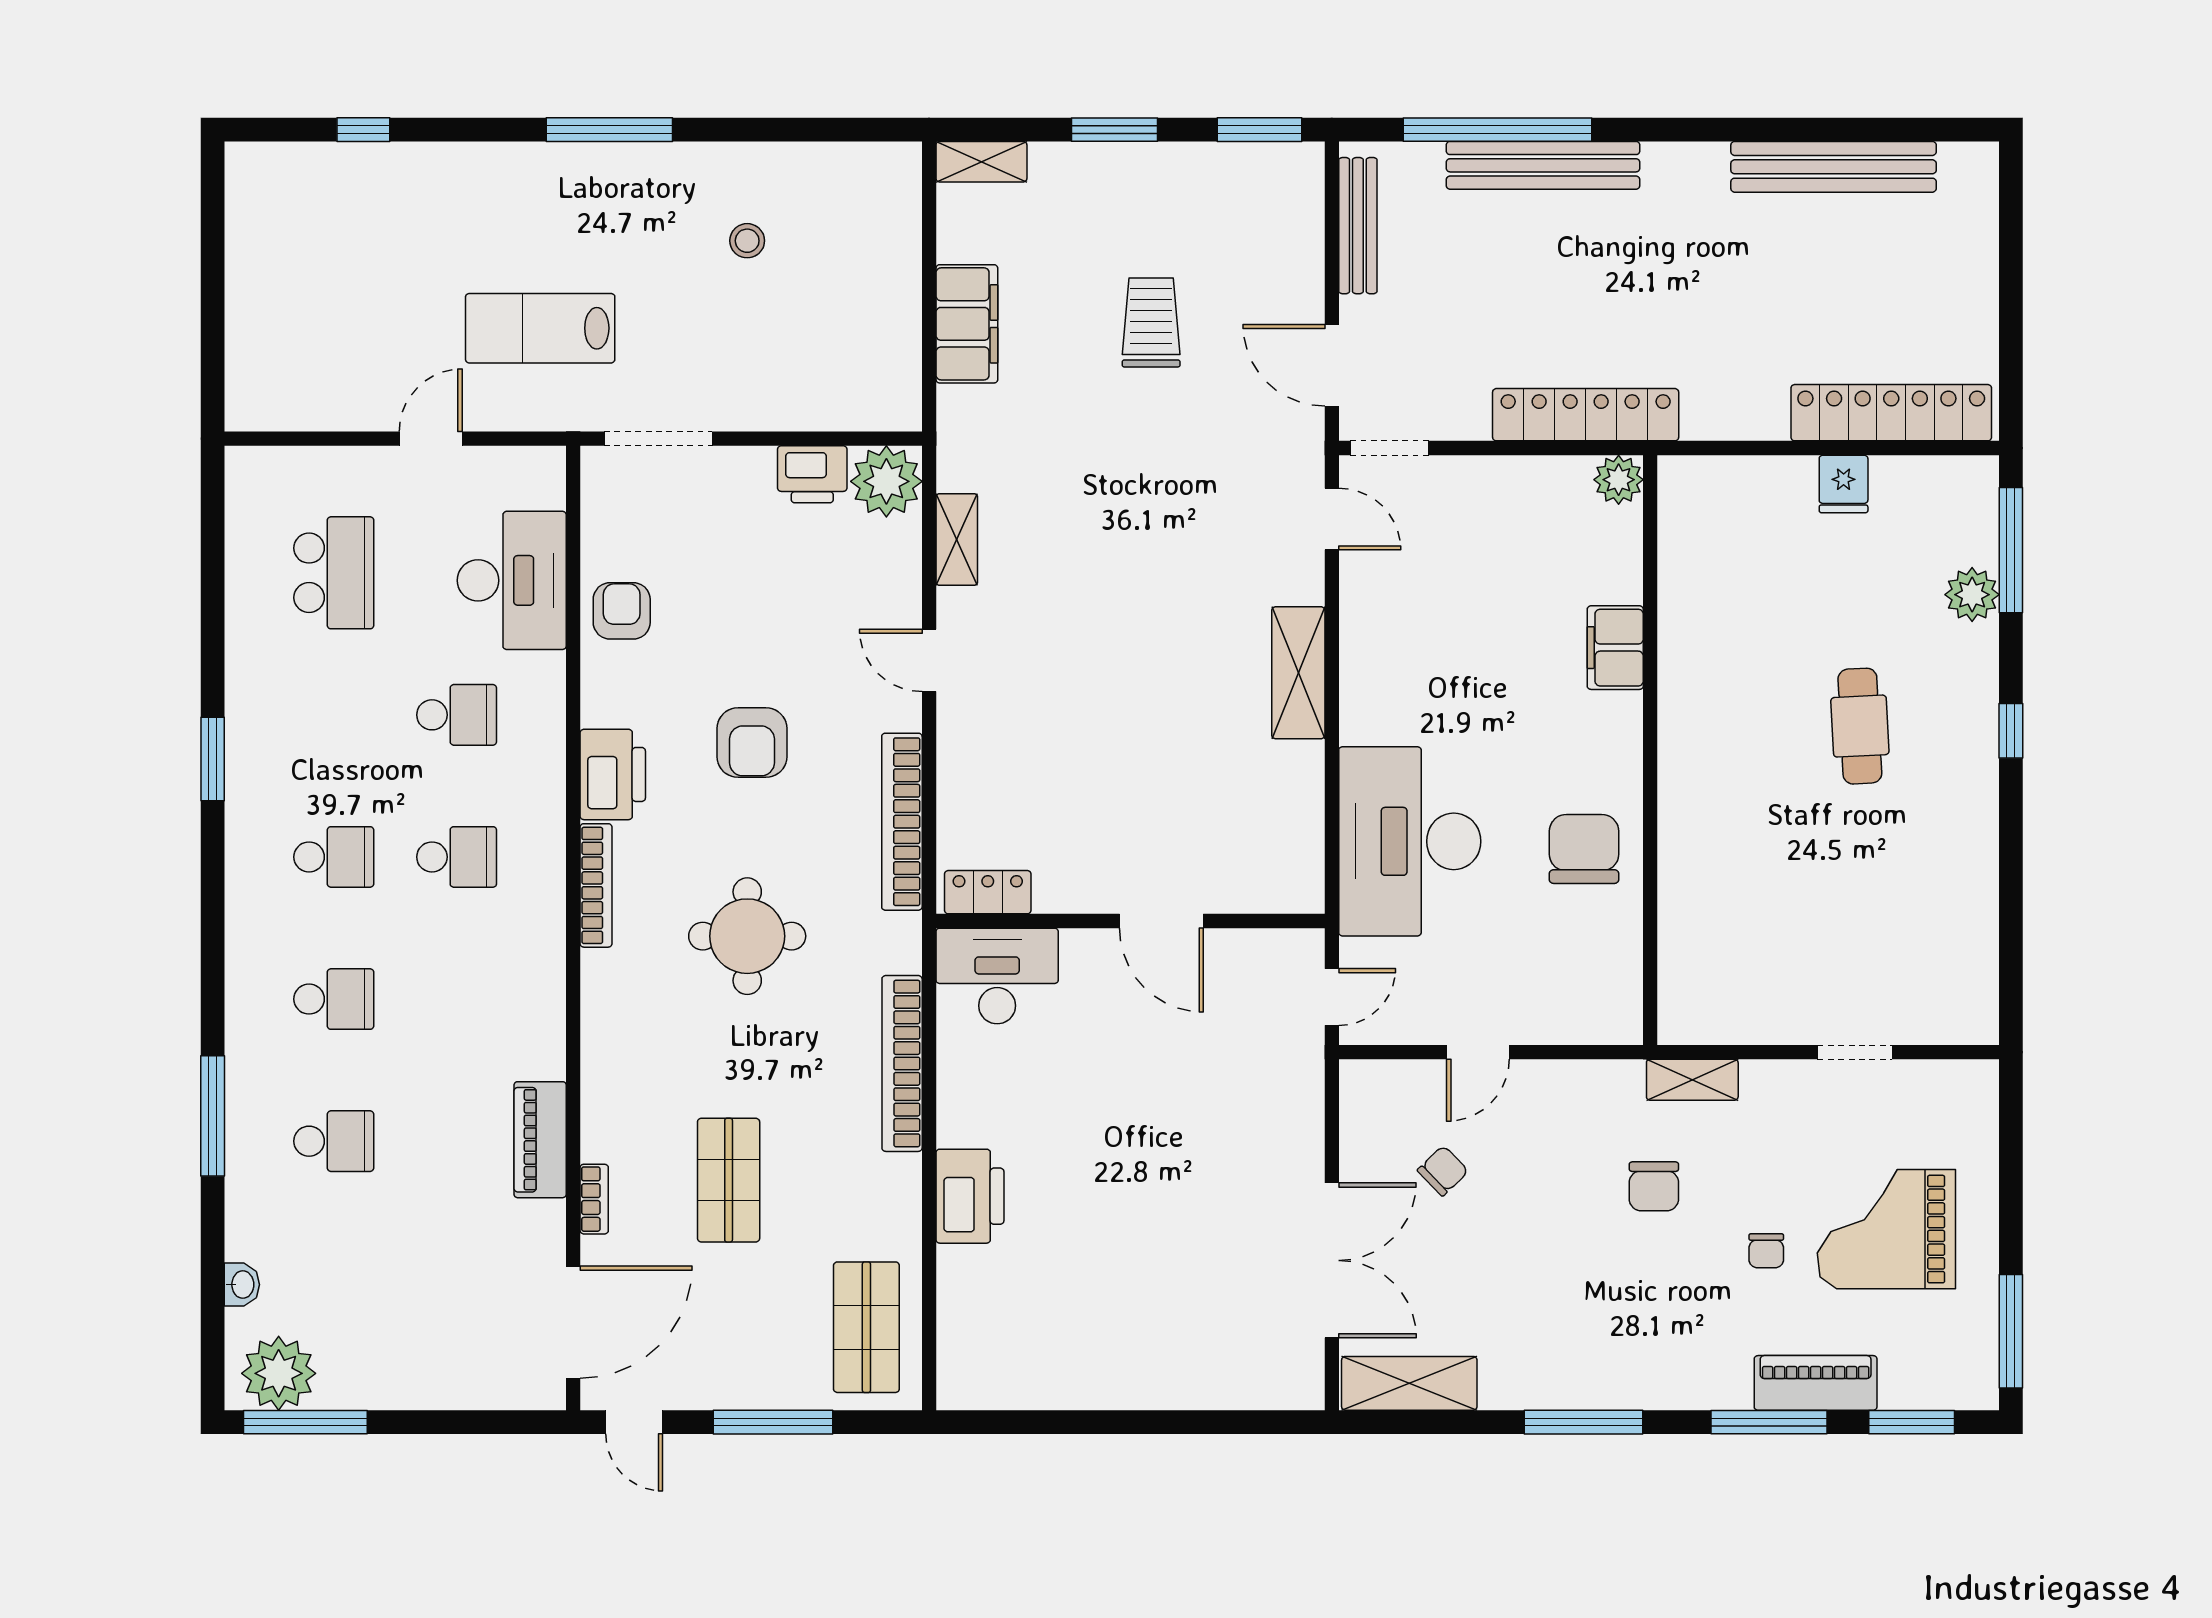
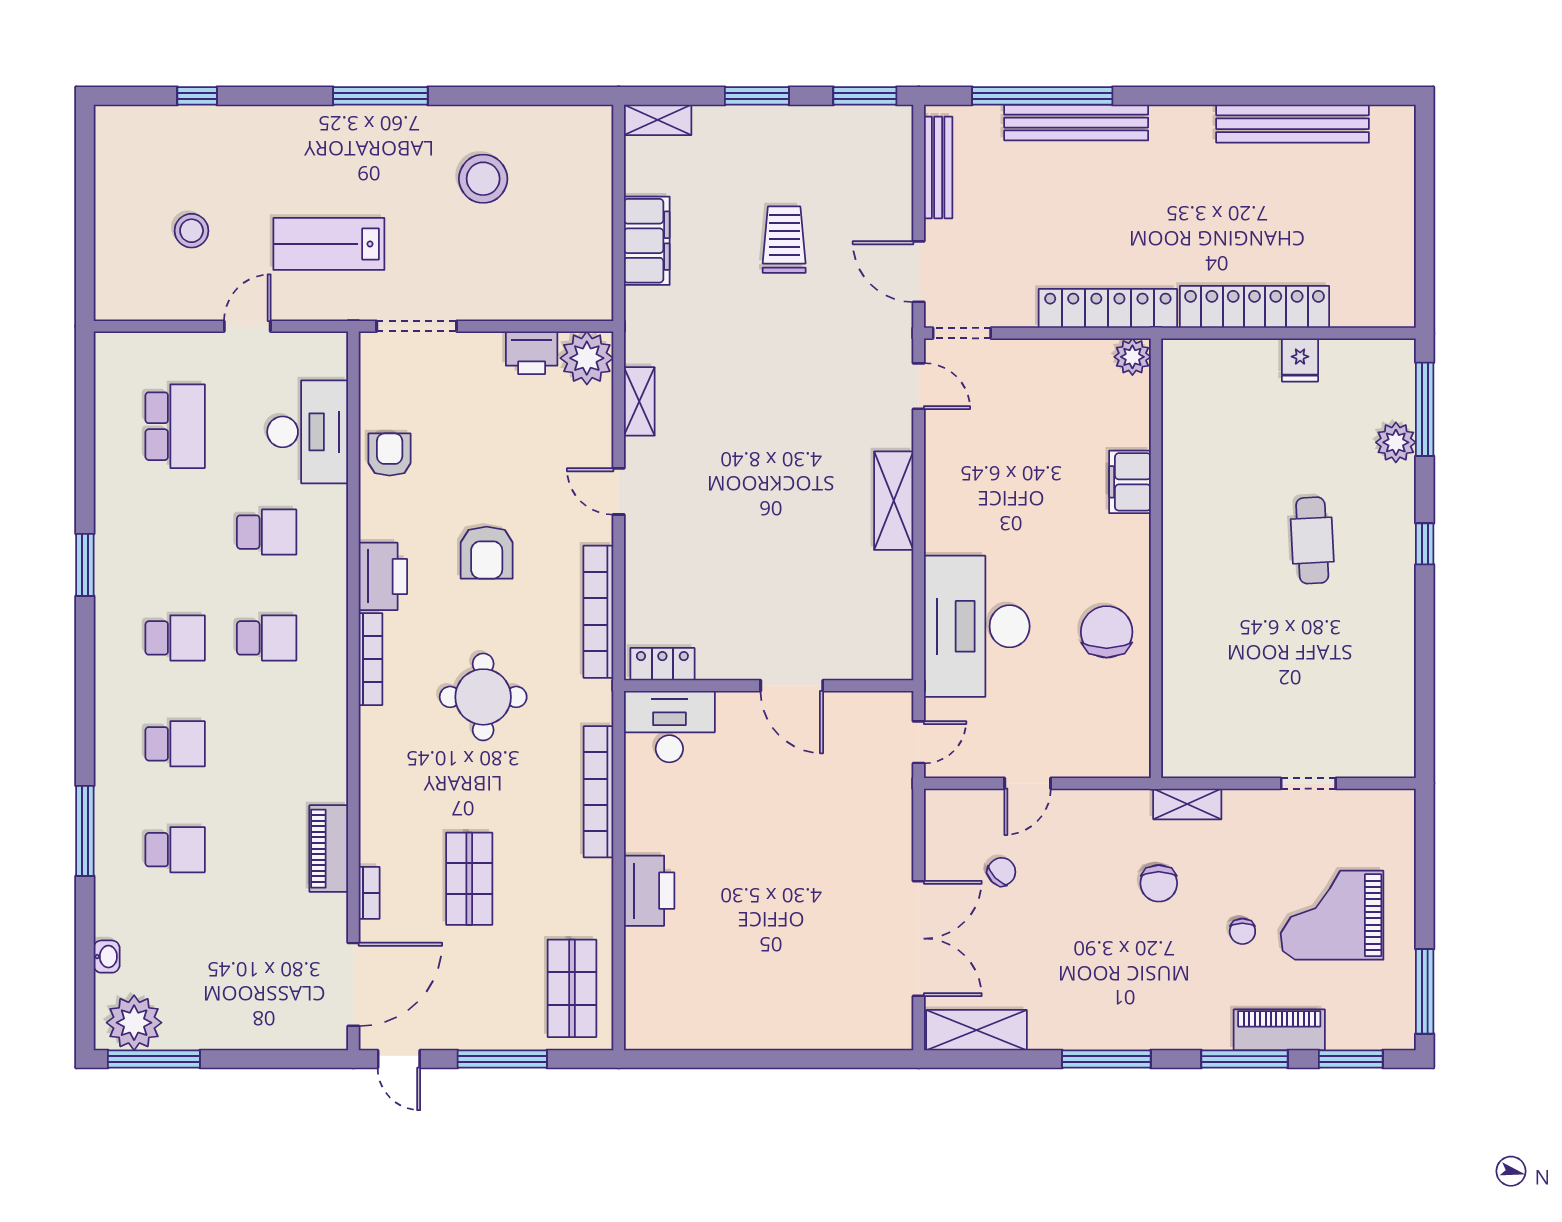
stool: (747, 241) -> (483, 179), width x1.89, depth x1.89
stool: (356, 310) -> (192, 231), added
locker: (1891, 413) -> (1254, 307), moved

